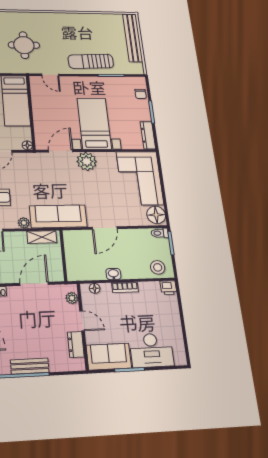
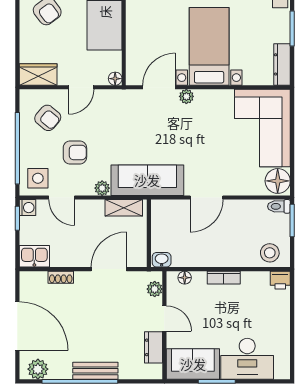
plant: (87, 161) -> (186, 96), width x0.53, depth x0.53
washbasin: (113, 274) -> (162, 260), moved

